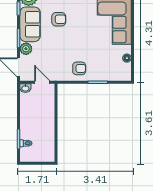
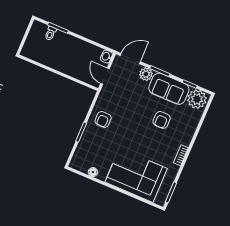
door: (42, 82) -> (105, 76), swing flipped

